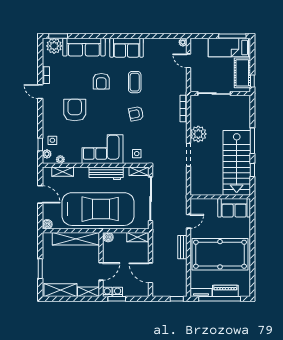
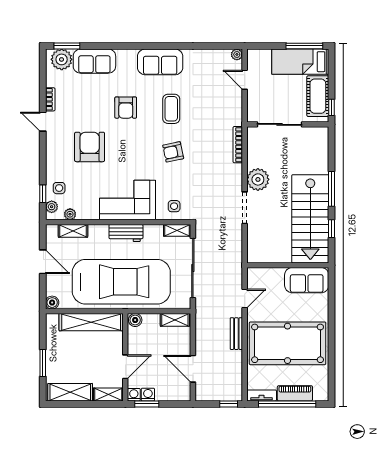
sofa: (84, 47) -> (94, 61), width x0.73
workbench: (106, 173) -> (126, 233), width x0.73

